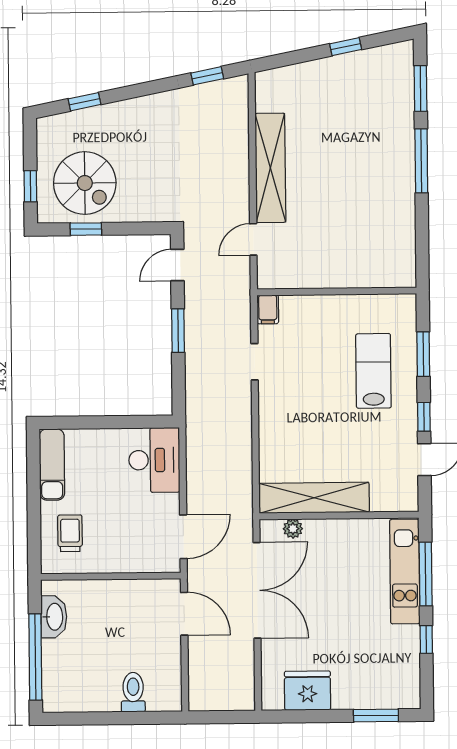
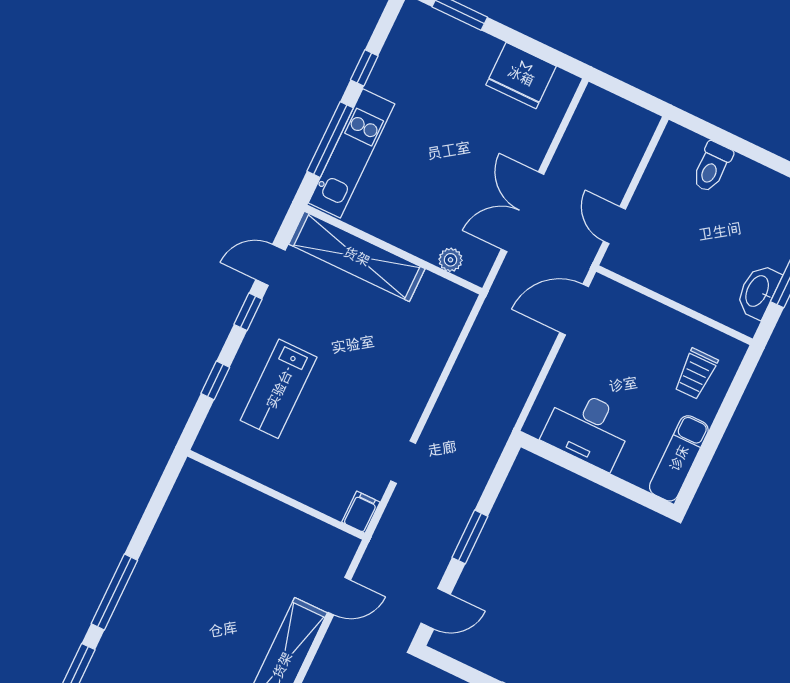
window: (423, 354) -> (215, 380), width x0.67
desk: (154, 460) -> (588, 429), moved, turned -90
shelving: (314, 498) -> (357, 256), moved
double door: (257, 590) -> (523, 212), width x0.73
door: (184, 614) -> (614, 225), width x0.73

